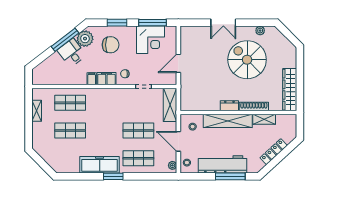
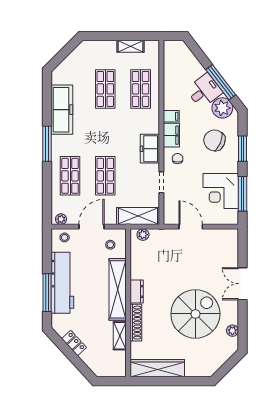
chair: (111, 45) -> (214, 140), turned 112
freezer: (117, 95) -> (150, 149), added
plant: (185, 101) -> (143, 235), added
locker: (274, 152) -> (74, 343), width x0.66
freezer: (100, 165) -> (62, 110), moved
window: (113, 176) -> (47, 144), width x1.44

